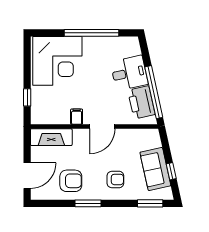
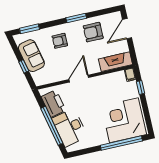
window: (91, 33) -> (121, 143), moved
desk: (129, 73) -> (70, 127), width x1.37
window: (154, 92) -> (52, 126), moved
filing cabinet: (77, 117) -> (130, 75), moved
window: (171, 171) -> (24, 66), moved

